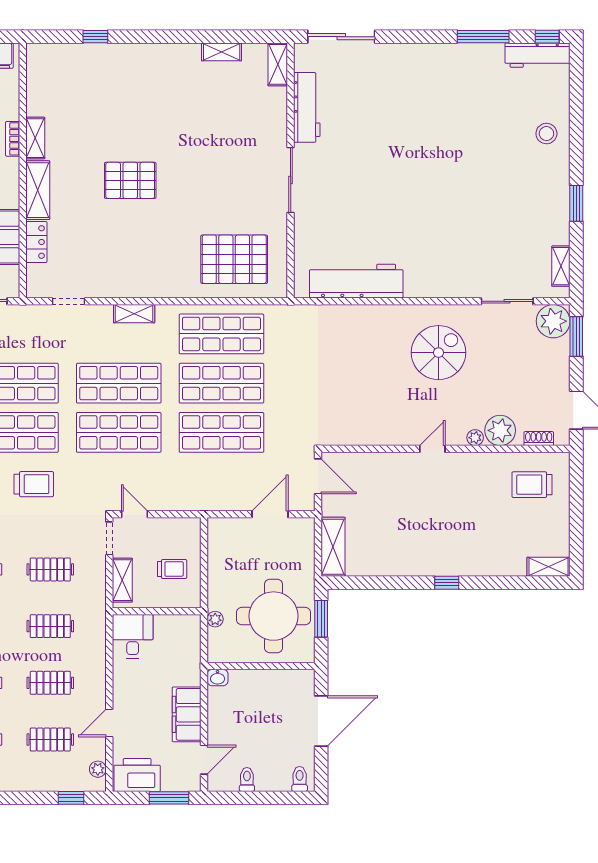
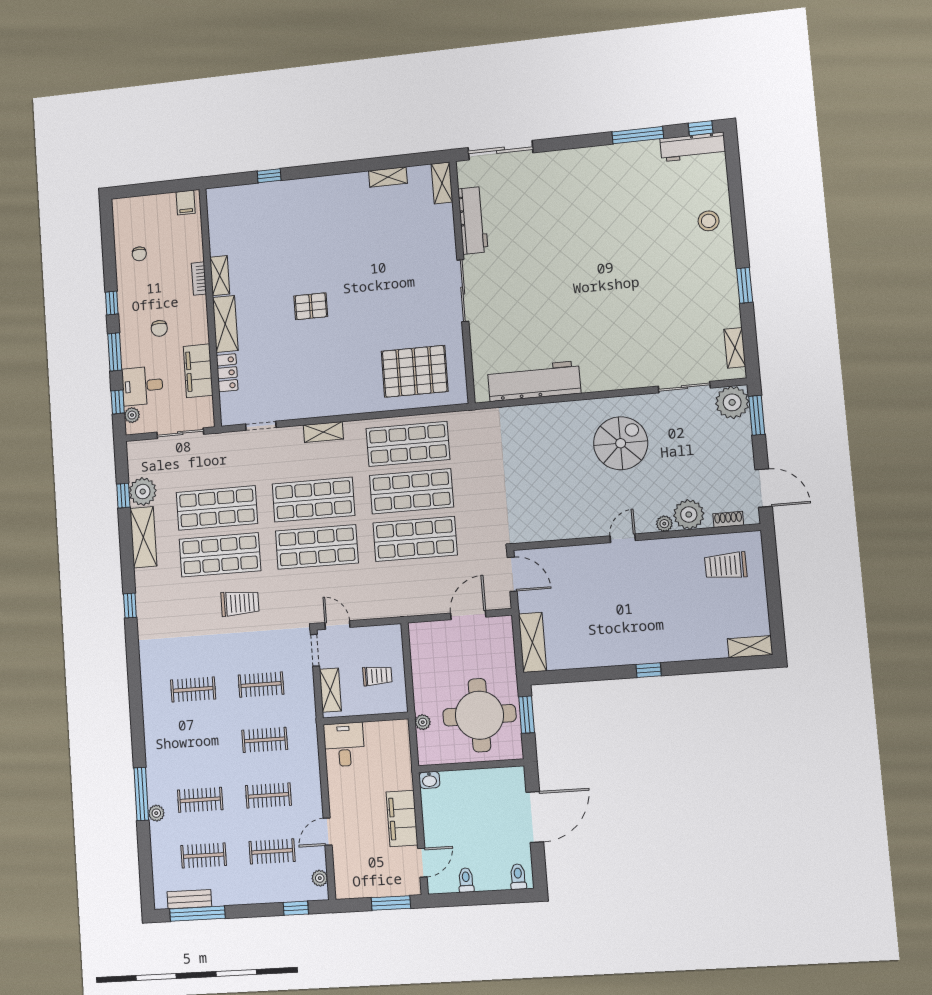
pallet: (130, 180) -> (311, 306), width x0.67, depth x0.71
printer: (137, 775) -> (358, 882), removed

